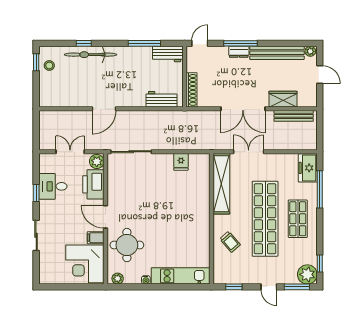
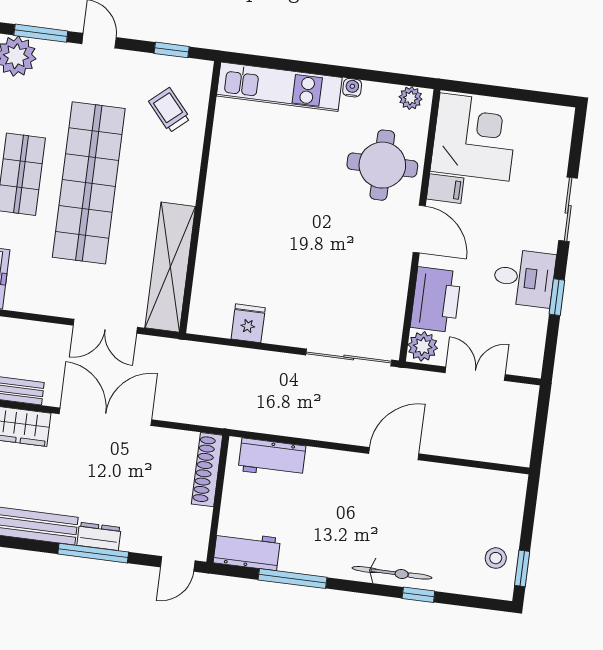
bicycle: (90, 55) -> (392, 573), width x0.73, depth x0.71
double door: (70, 152) -> (475, 374), swing flipped
desk: (53, 186) -> (524, 278), moved
trolley: (230, 242) -> (169, 110), moved

